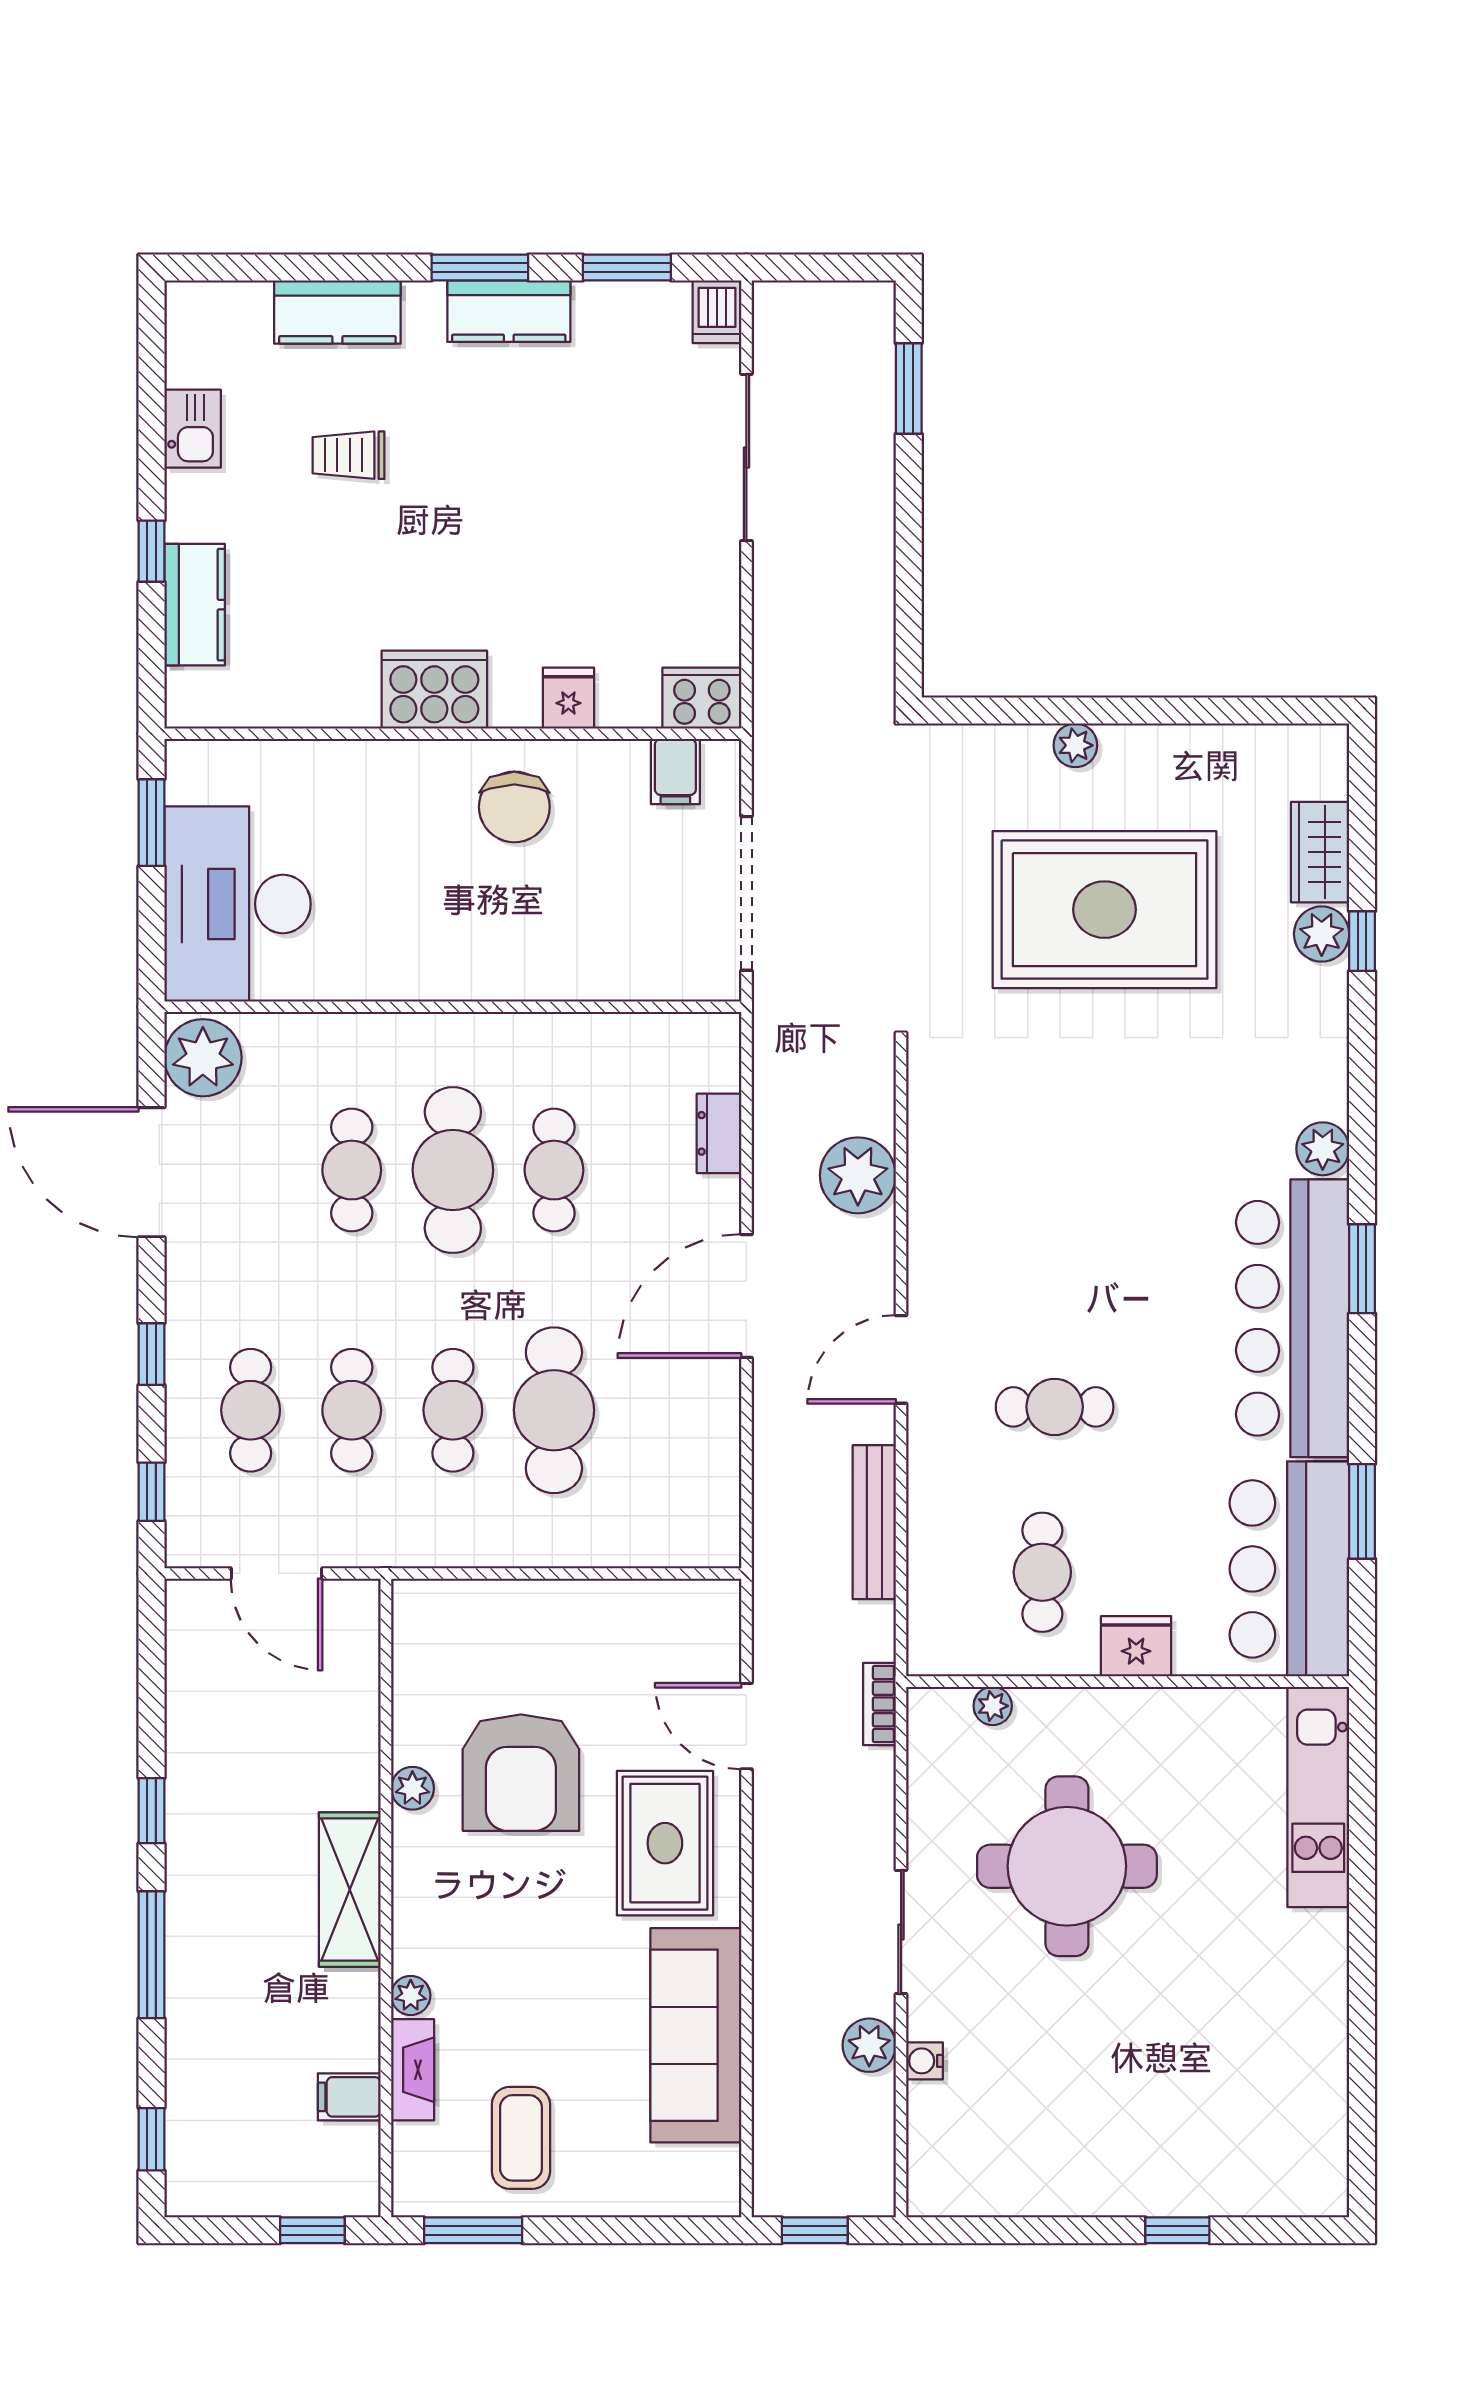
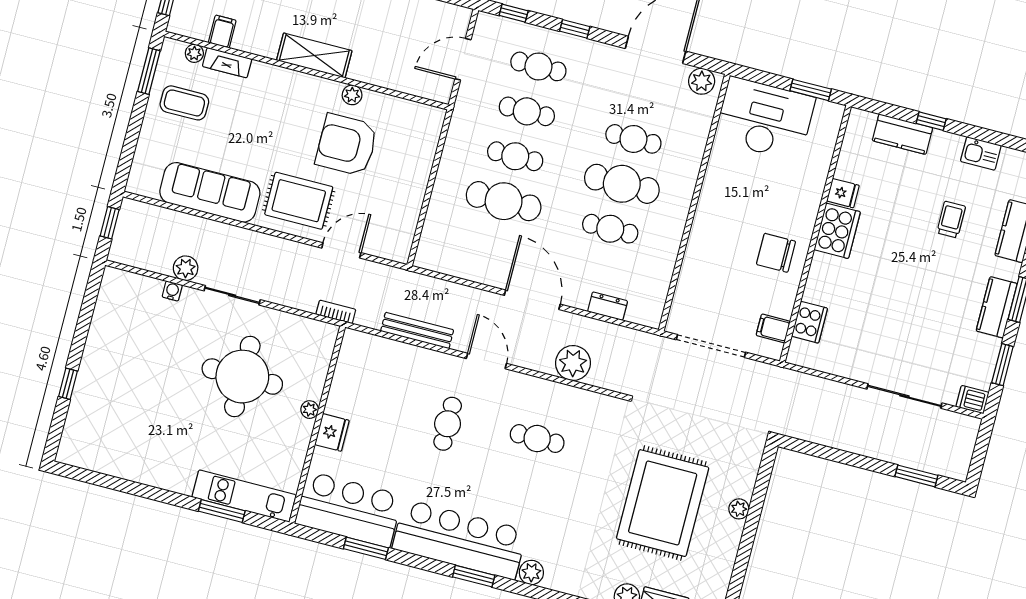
fridge: (568, 698) -> (843, 193), moved
cooker: (702, 698) -> (810, 322), moved
plant: (203, 1058) -> (702, 81), width x0.73, depth x0.73
cafe table: (1042, 1572) -> (537, 439), moved
plant: (993, 1706) -> (310, 410), moved
window: (1362, 1836) -> (222, 511), added
plant: (411, 1995) -> (194, 53), moved

